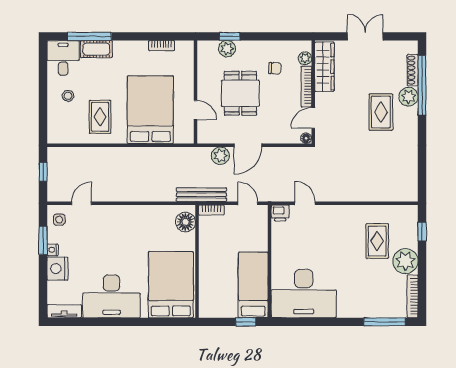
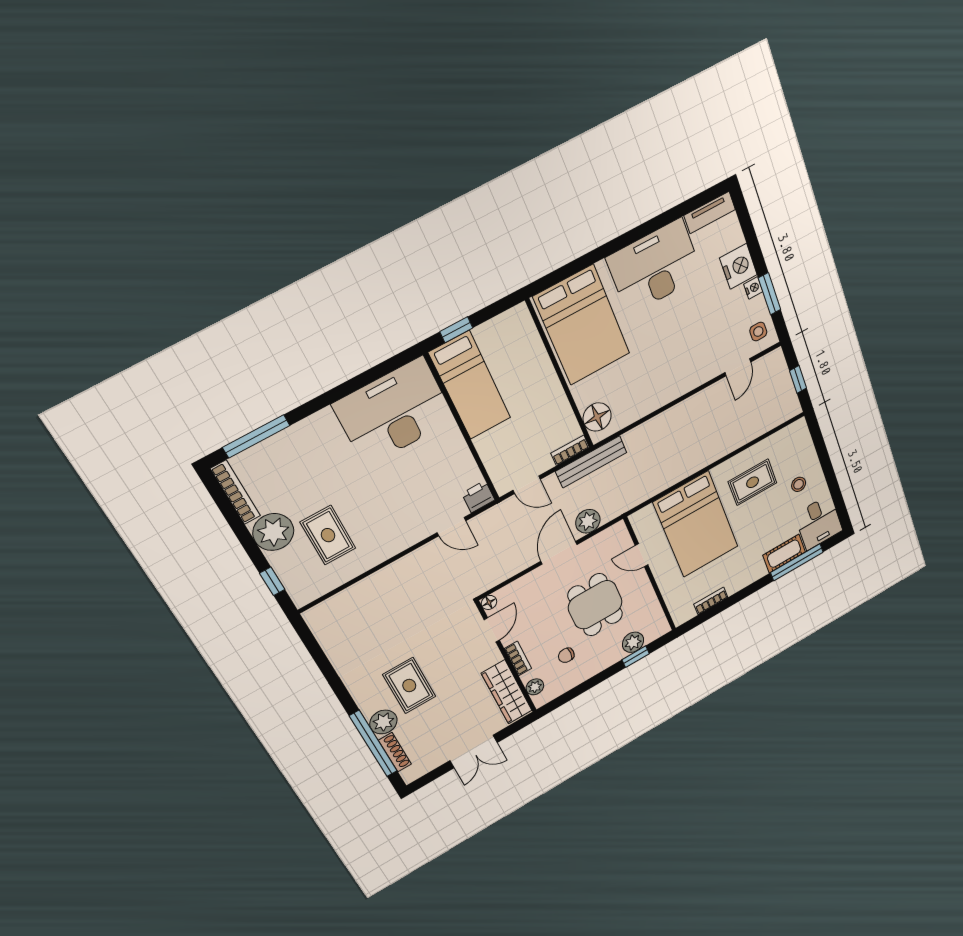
bookcase: (306, 87) -> (518, 659), width x0.64
rug: (100, 117) -> (753, 482), turned 90

